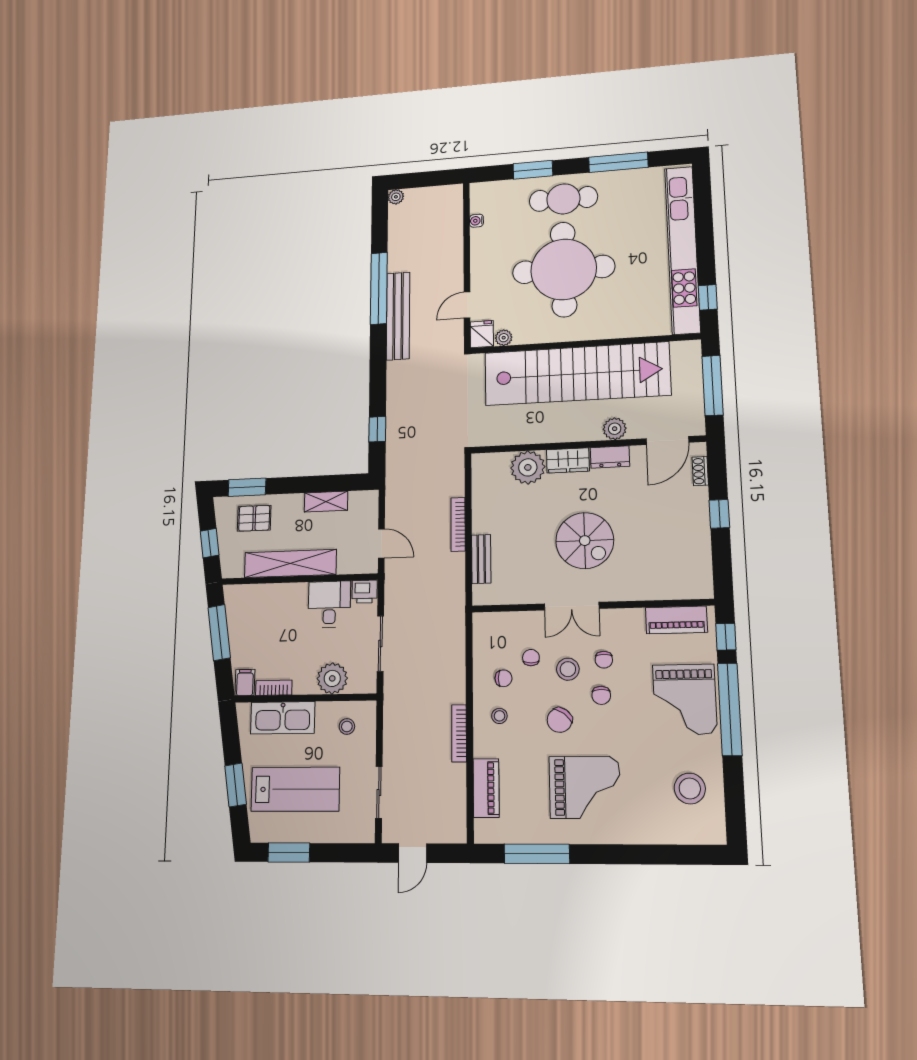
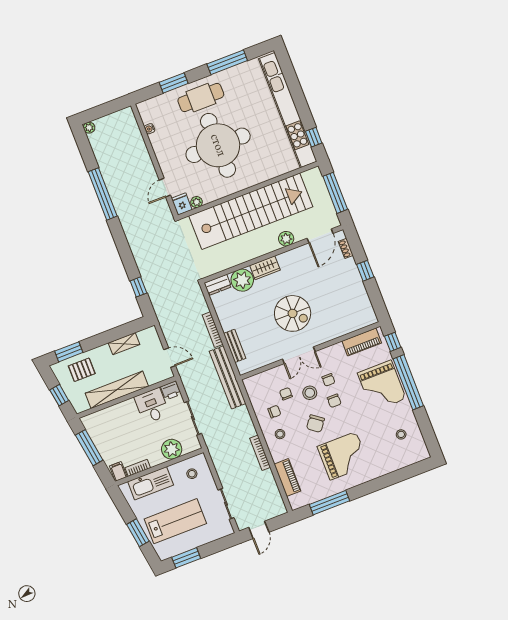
bench: (398, 316) -> (228, 377), moved
dresser: (610, 457) -> (218, 285), moved
stool: (690, 788) -> (401, 434), width x0.53, depth x0.53

